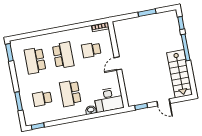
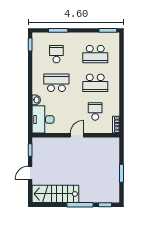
school desk: (35, 61) -> (95, 54), turned 180
door: (118, 63) -> (77, 135), hinge flipped

